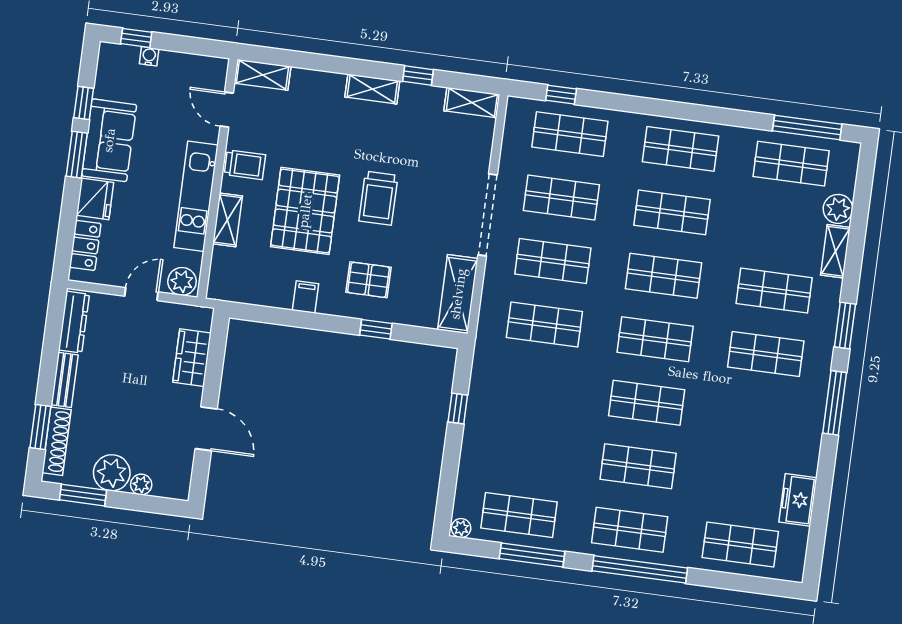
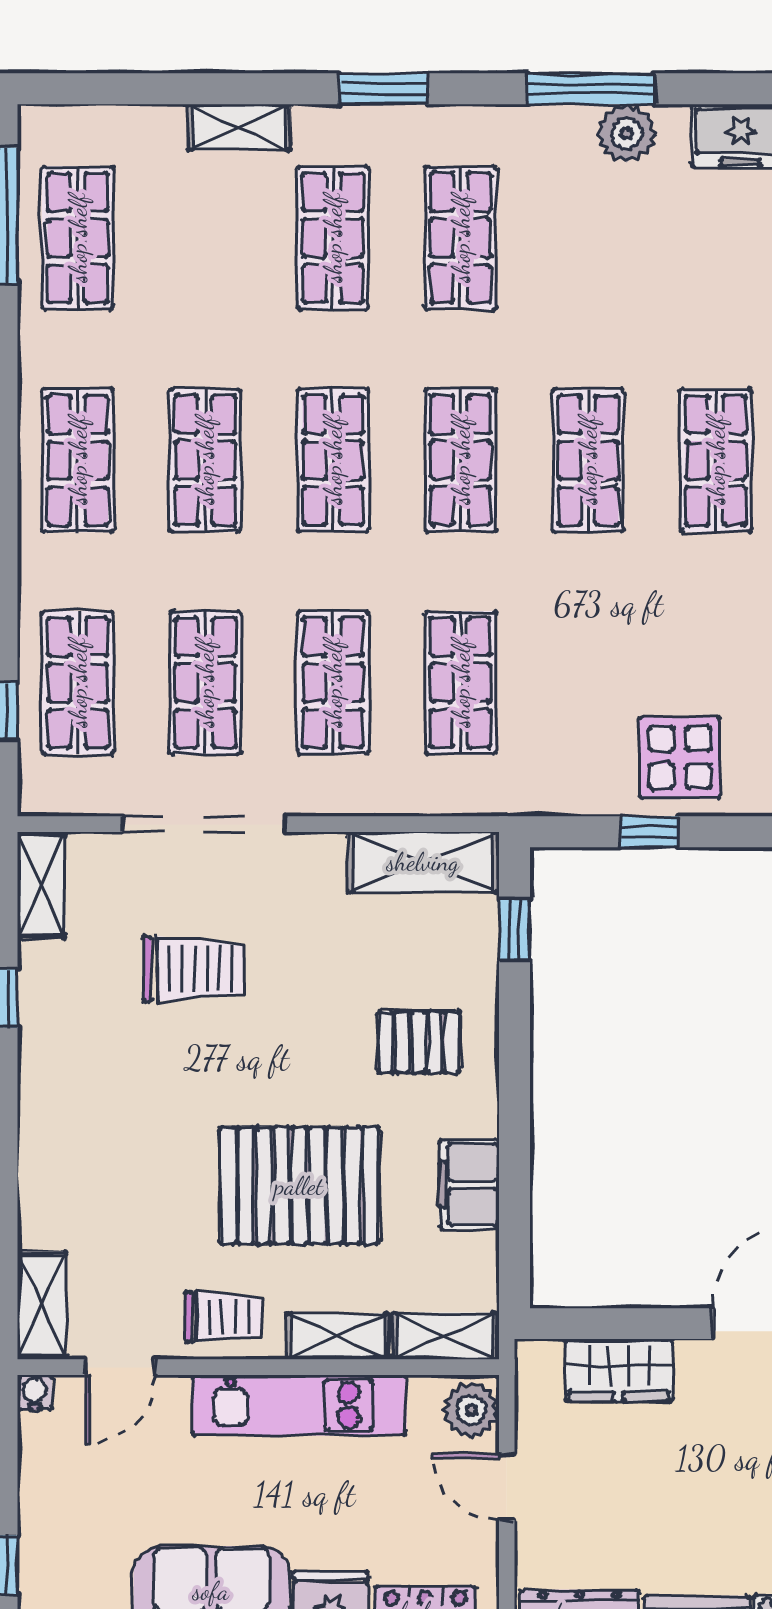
water cooler: (149, 56) -> (35, 1392), moved, turned 90
shelving: (372, 89) -> (445, 1336), moved, turned 90
trolley: (245, 165) -> (224, 1317), turned 90
trolley: (378, 198) -> (194, 969), moved
plant: (838, 209) -> (627, 133), moved
doorway: (488, 215) -> (204, 824), moved
pallet: (369, 280) -> (419, 1042), turned 90
filing cabinet: (306, 297) -> (469, 1184), width x2.00
window: (376, 329) -> (514, 929), moved
window: (835, 403) -> (591, 89), moved
display table: (493, 429) -> (680, 757), added

